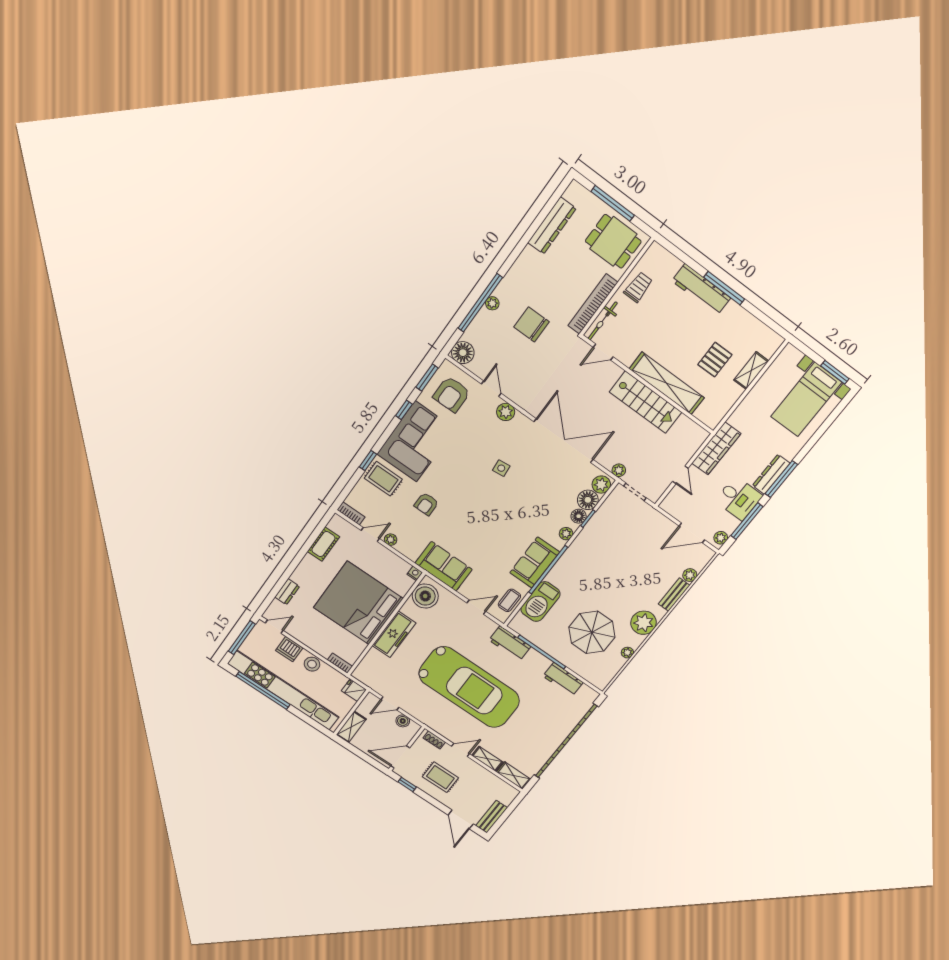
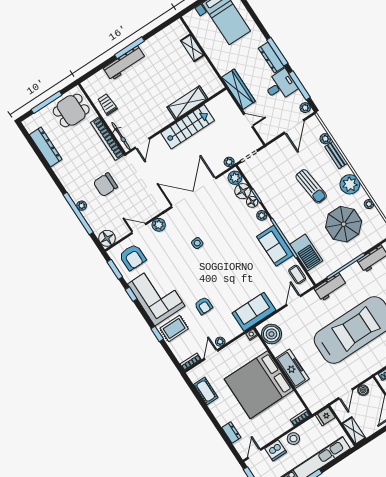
pallet: (715, 360) -> (176, 70), removed
shelving: (667, 383) -> (187, 103), width x0.68
sun lounger: (624, 579) -> (311, 186), added

